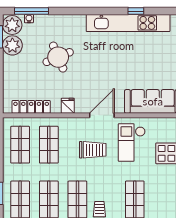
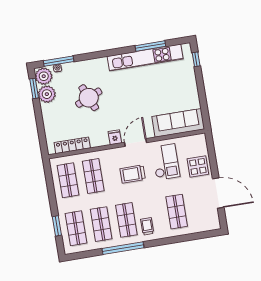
window: (136, 11) -> (150, 46), width x2.17
fridge: (68, 106) -> (115, 137), moved
checkout: (132, 142) -> (166, 162), turned 180
trolley: (93, 150) -> (133, 174), turned 180

